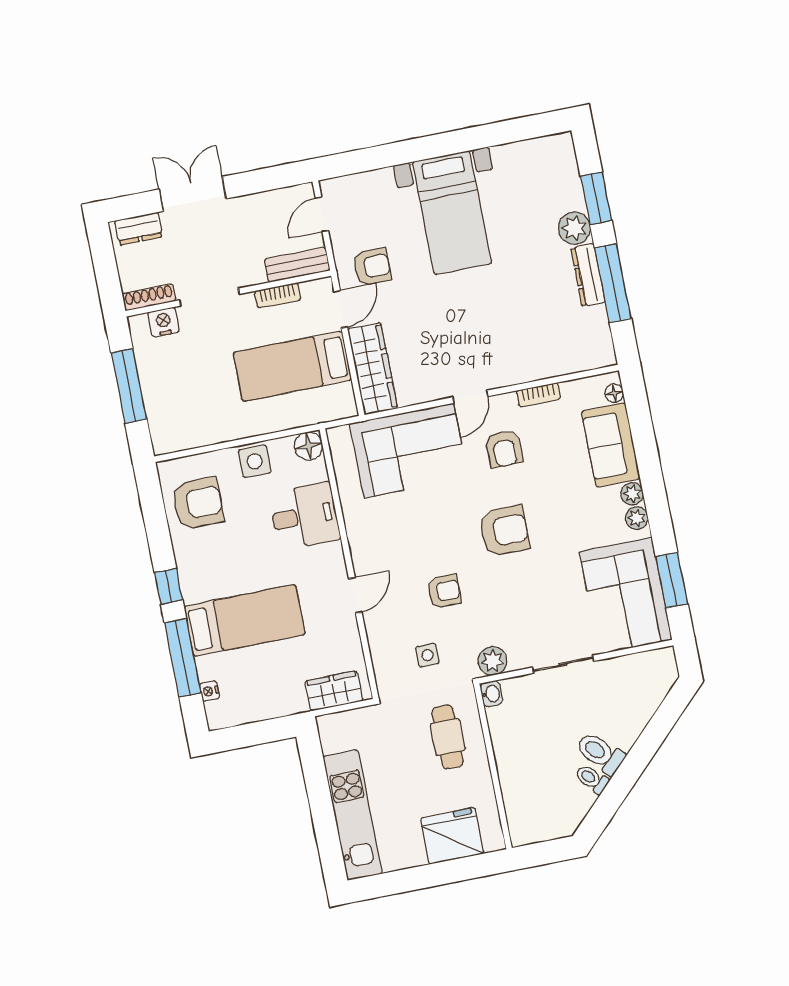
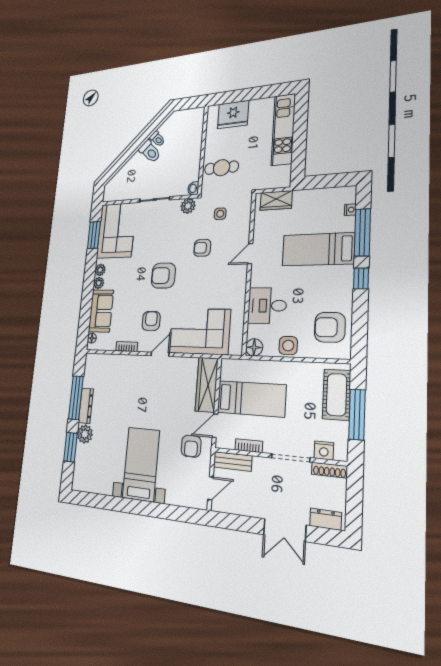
armchair: (372, 267) -> (191, 446), turned -90
cot: (164, 406) -> (337, 395), added
cafe table: (448, 737) -> (221, 168), turned 90

